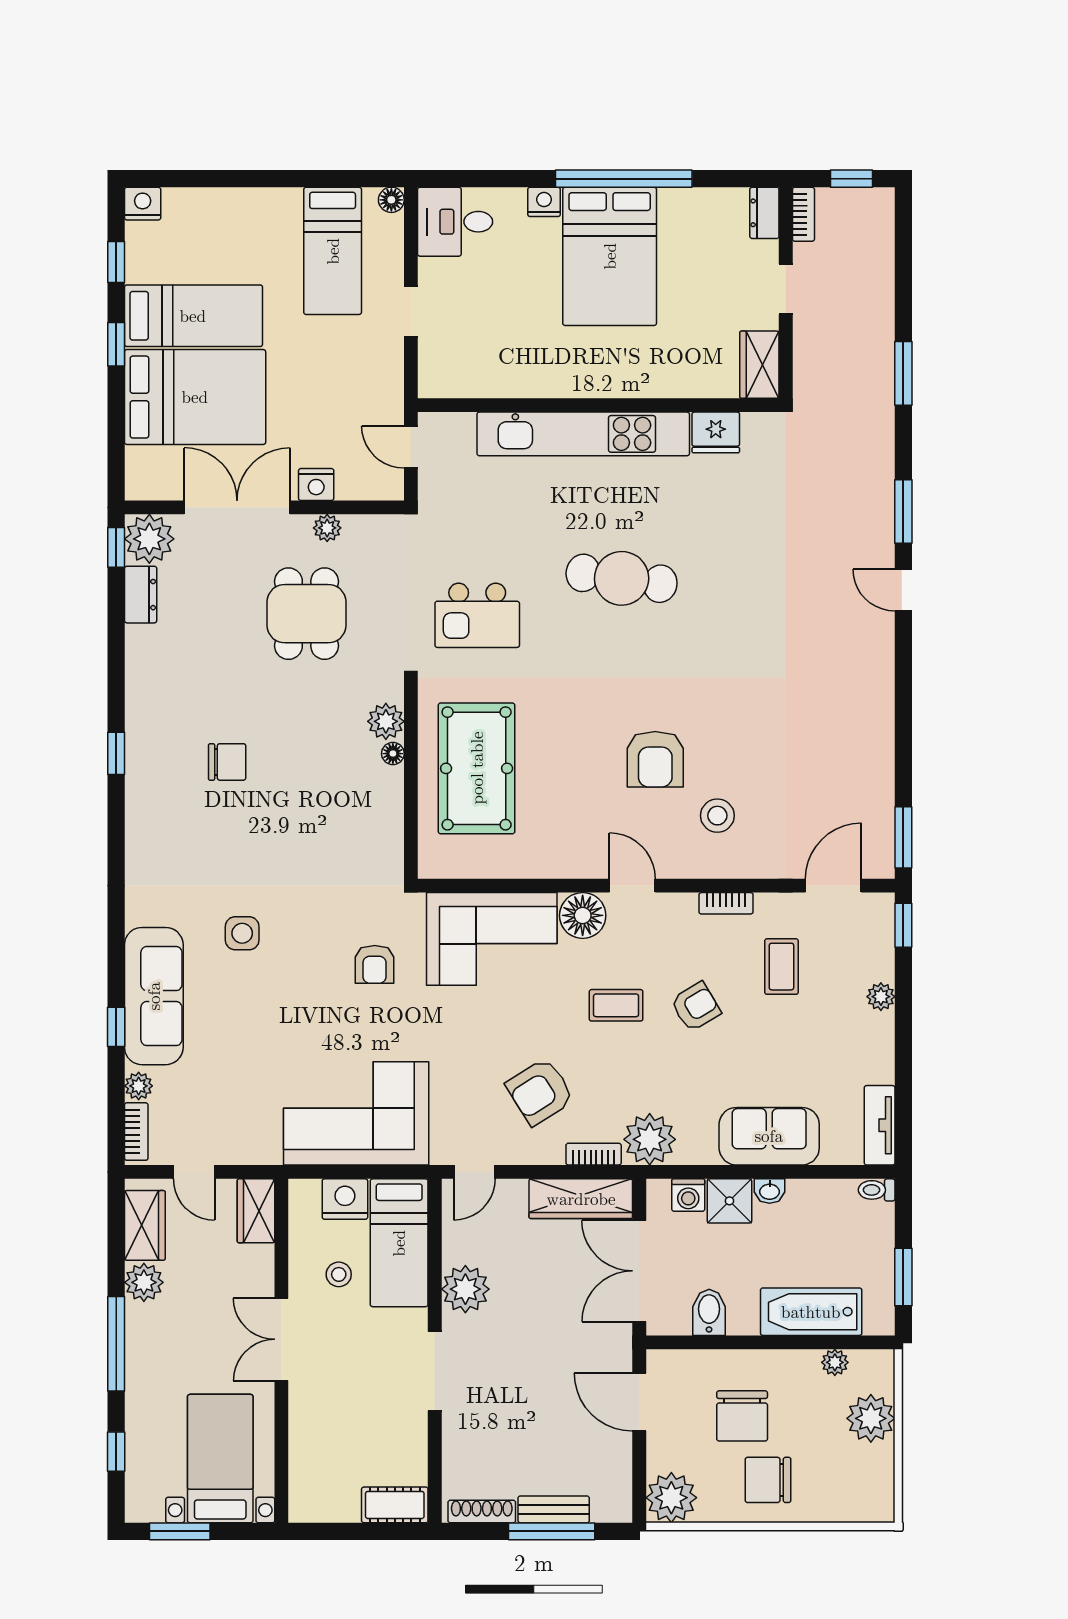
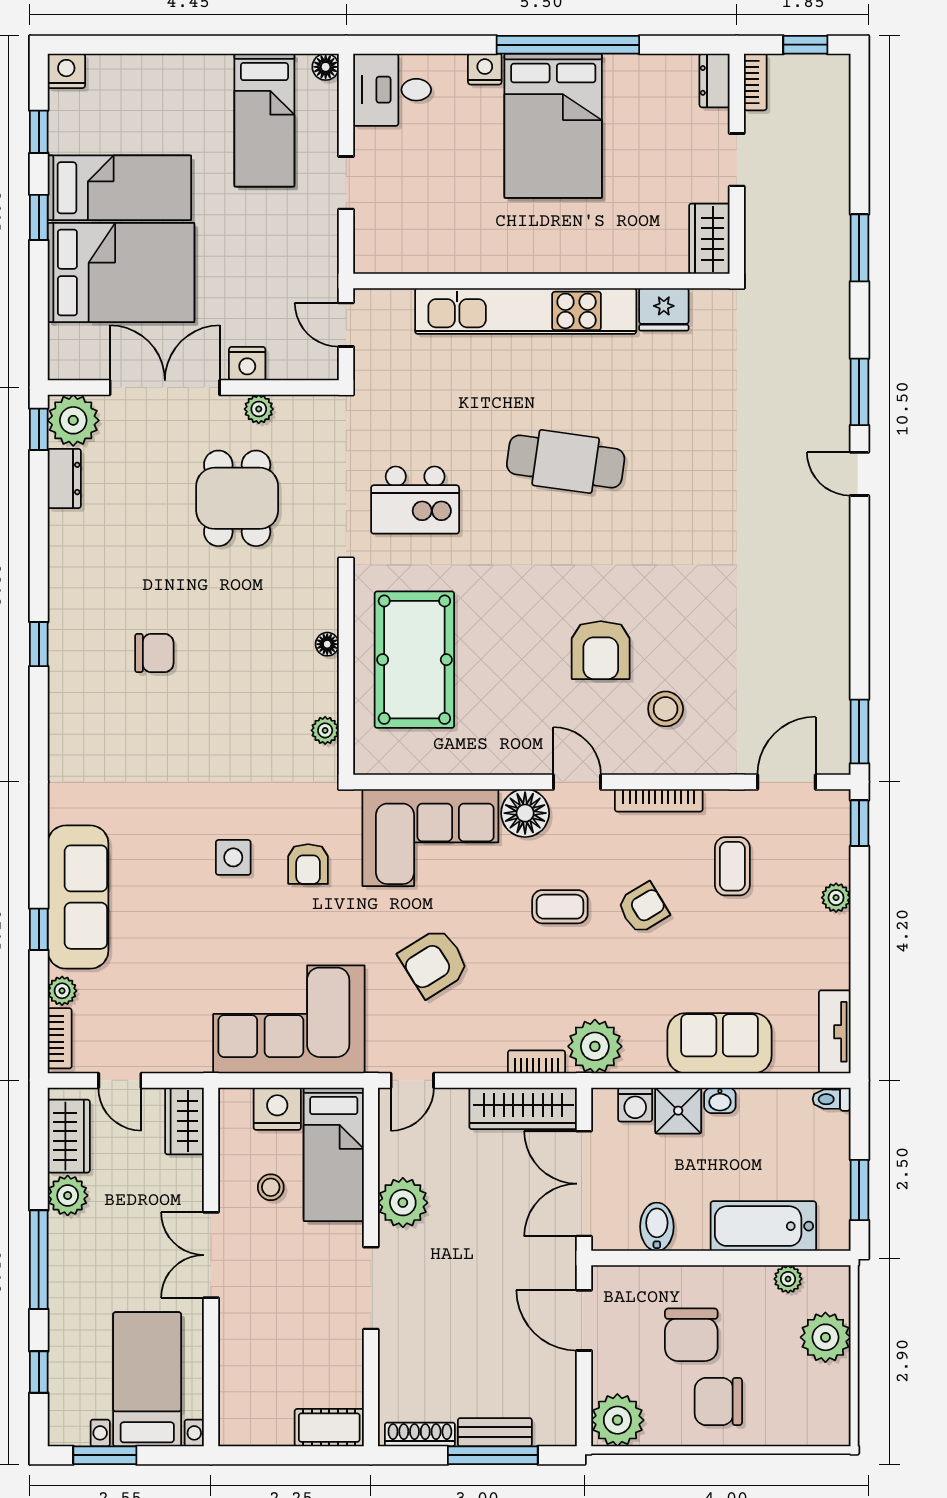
plant: (386, 721) -> (325, 730), moved, width x0.73, depth x0.73
bookcase: (726, 903) -> (659, 800), width x1.56
side table: (242, 933) -> (233, 857), moved
armchair: (540, 1092) -> (434, 963), moved

